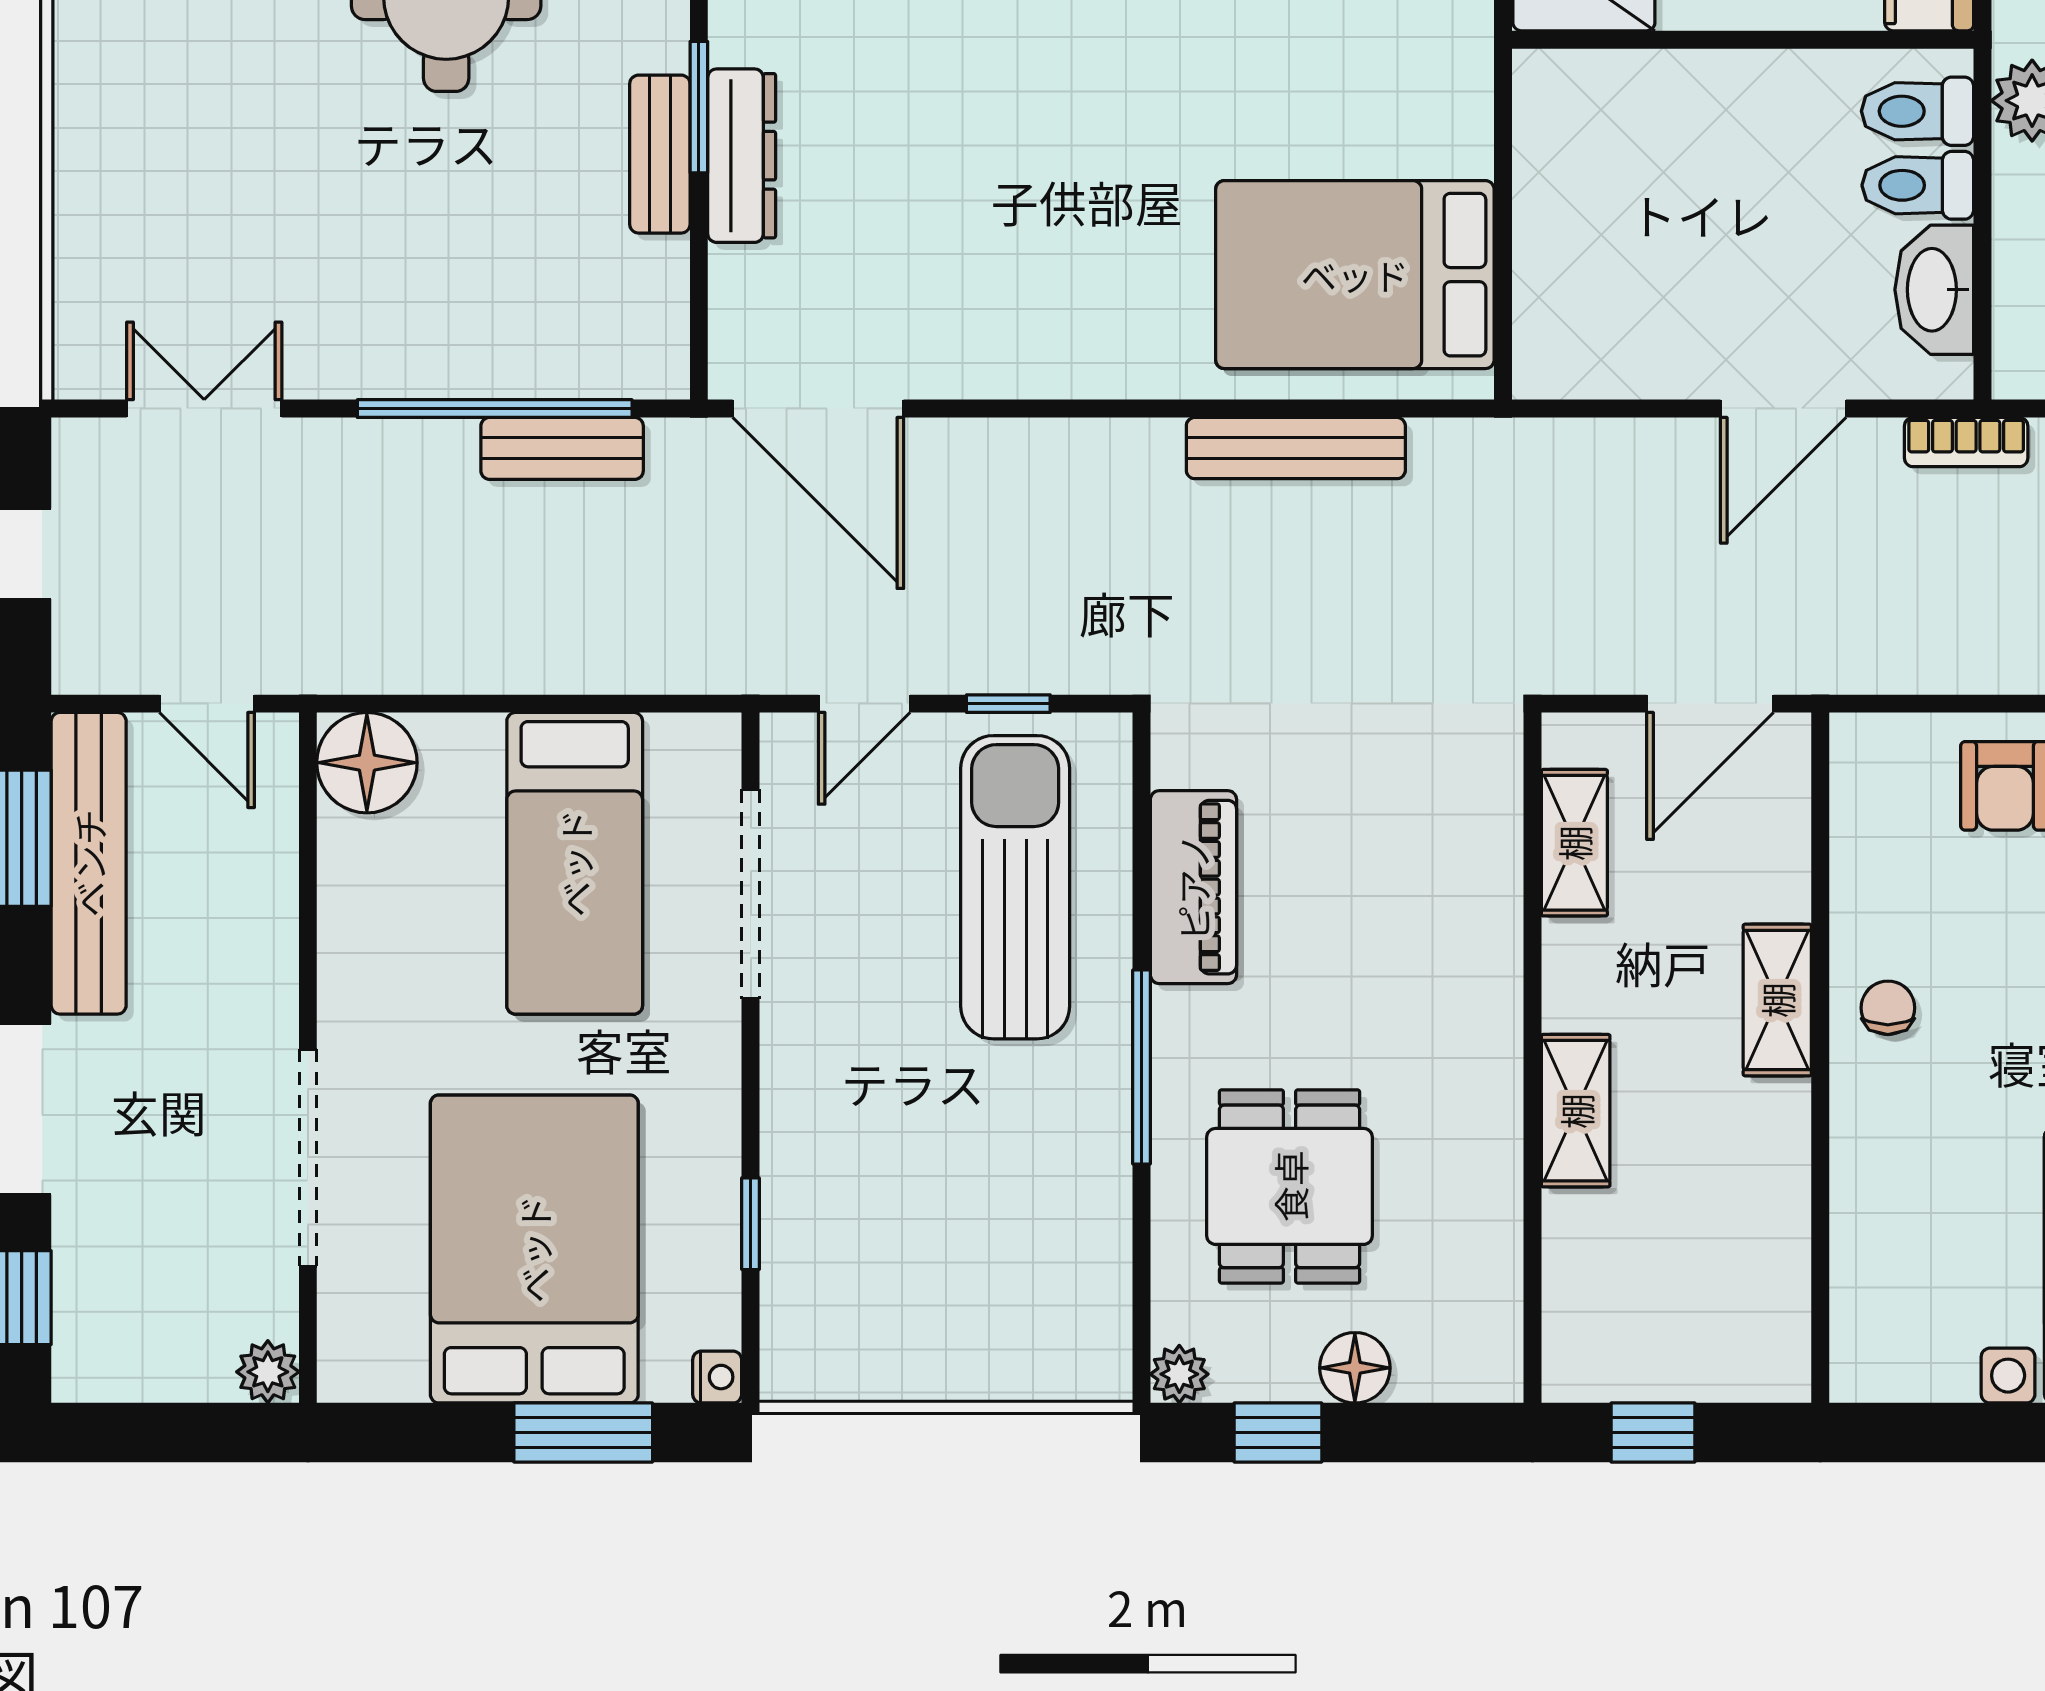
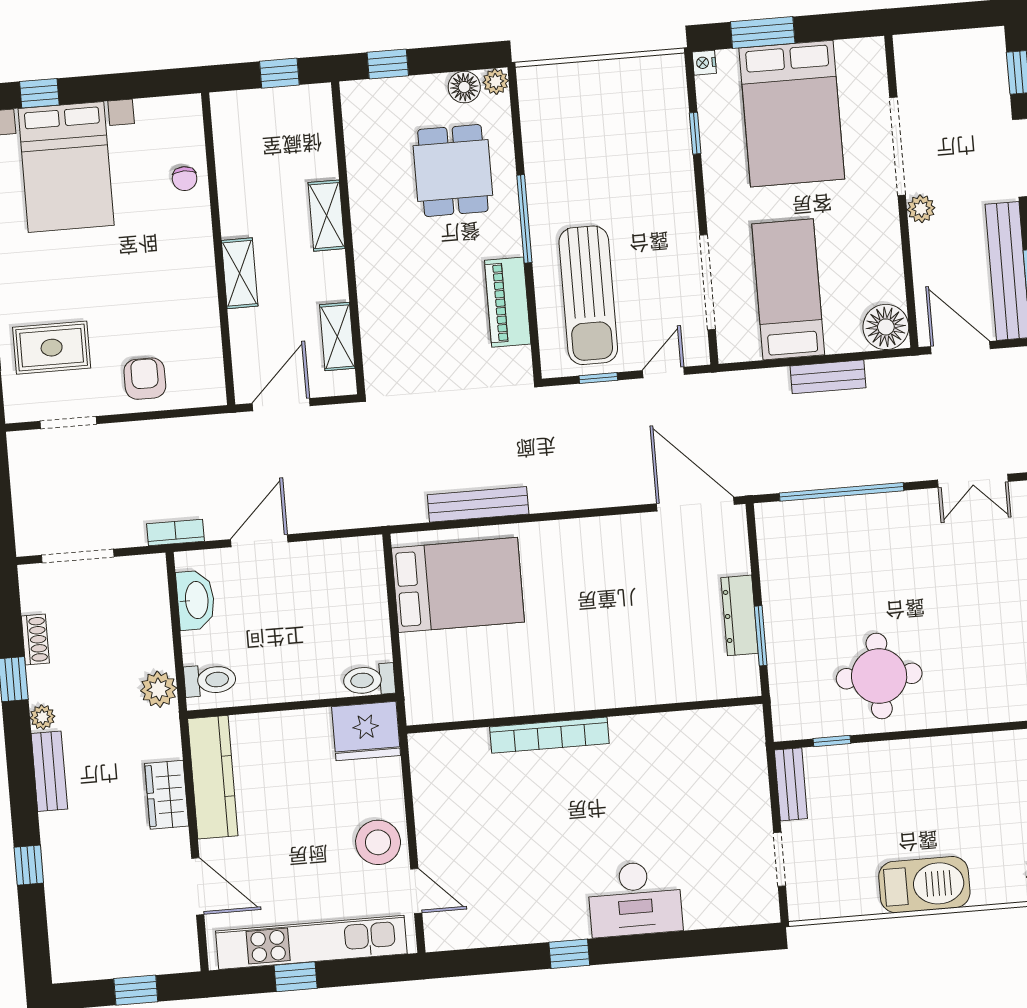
bench: (660, 154) -> (777, 613), removed
toilet: (1918, 185) -> (369, 680), moved, turned 180
bench: (562, 448) -> (828, 377), moved
door: (207, 704) -> (960, 348), width x1.38
chair: (1888, 1008) -> (185, 179), moved
floor lamp: (1355, 1368) -> (464, 87), moved
plant: (268, 1372) -> (921, 209), moved
window: (1278, 1433) -> (388, 64), moved

